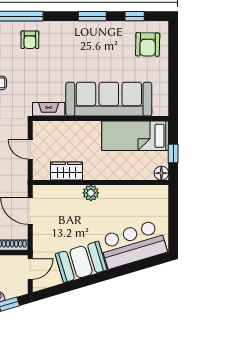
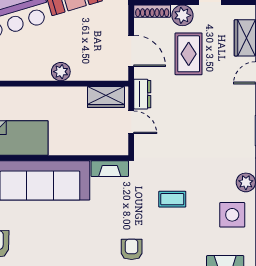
wardrobe: (66, 171) -> (106, 97), moved
dresser: (21, 174) -> (142, 94), added

